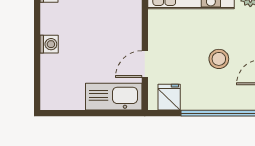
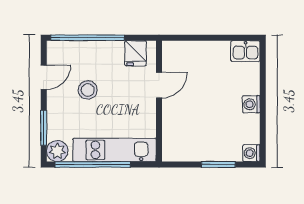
kitchen sink: (114, 97) -> (245, 51), moved, width x0.53, depth x0.81

